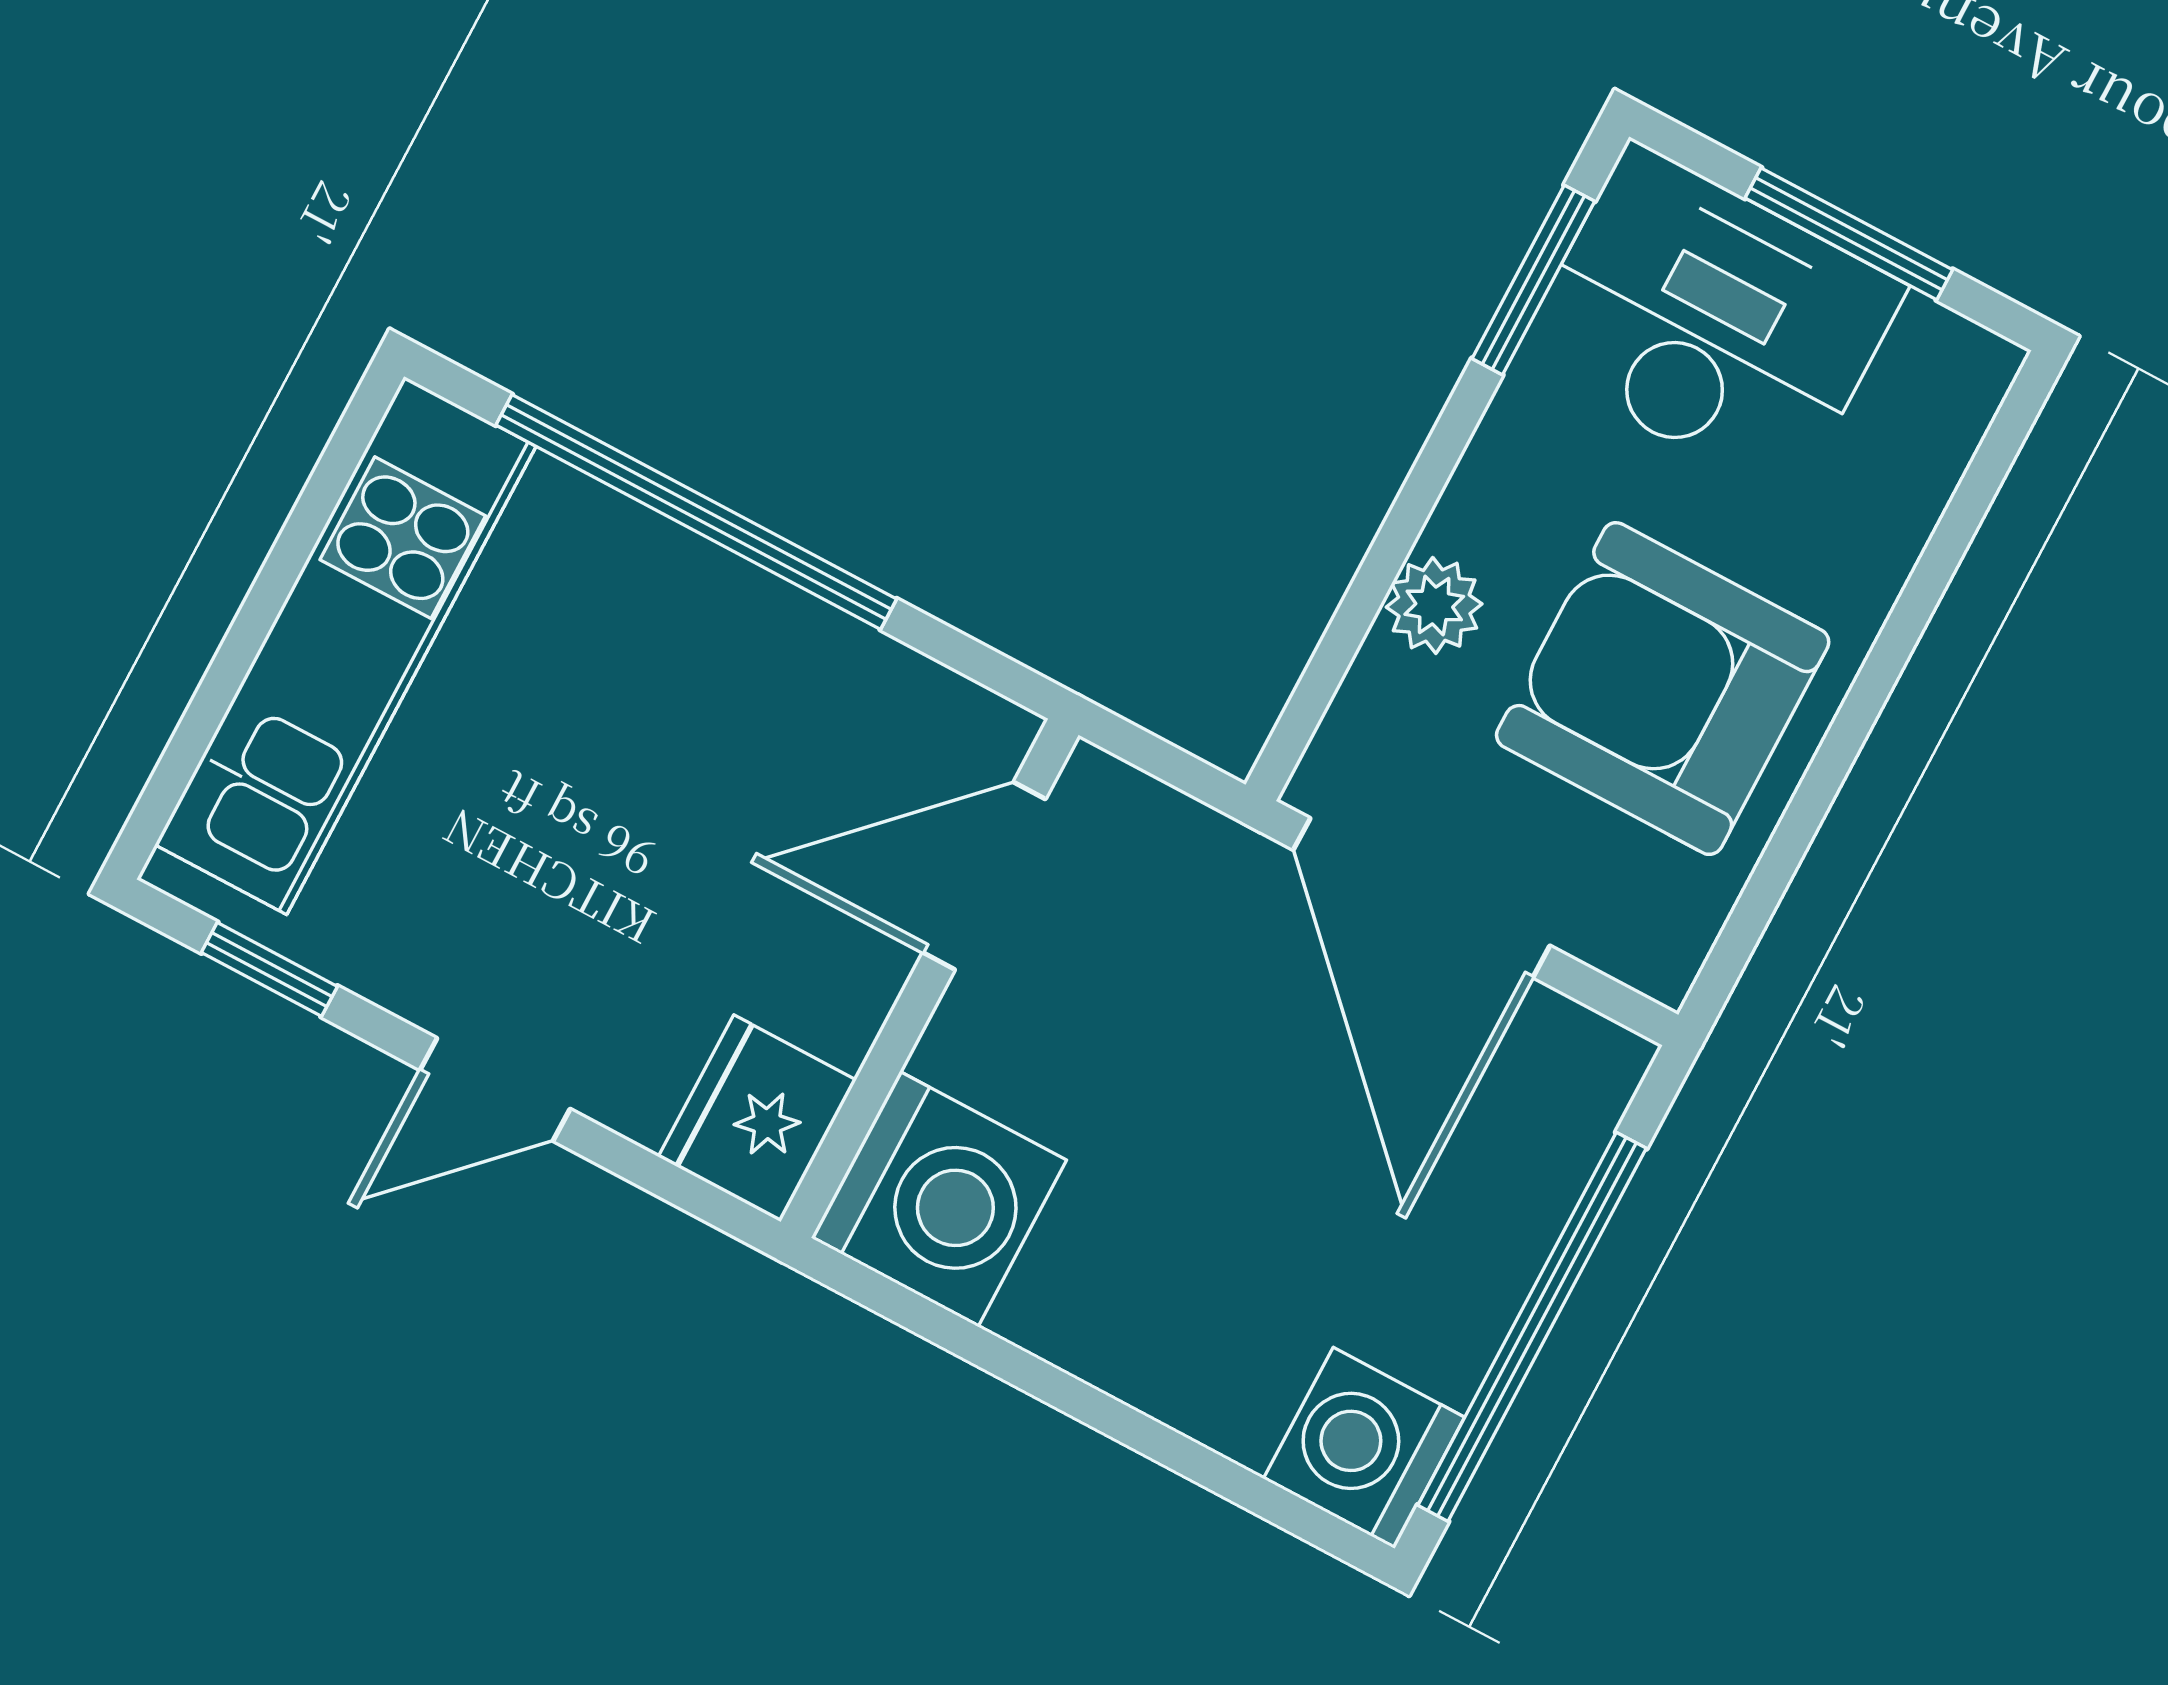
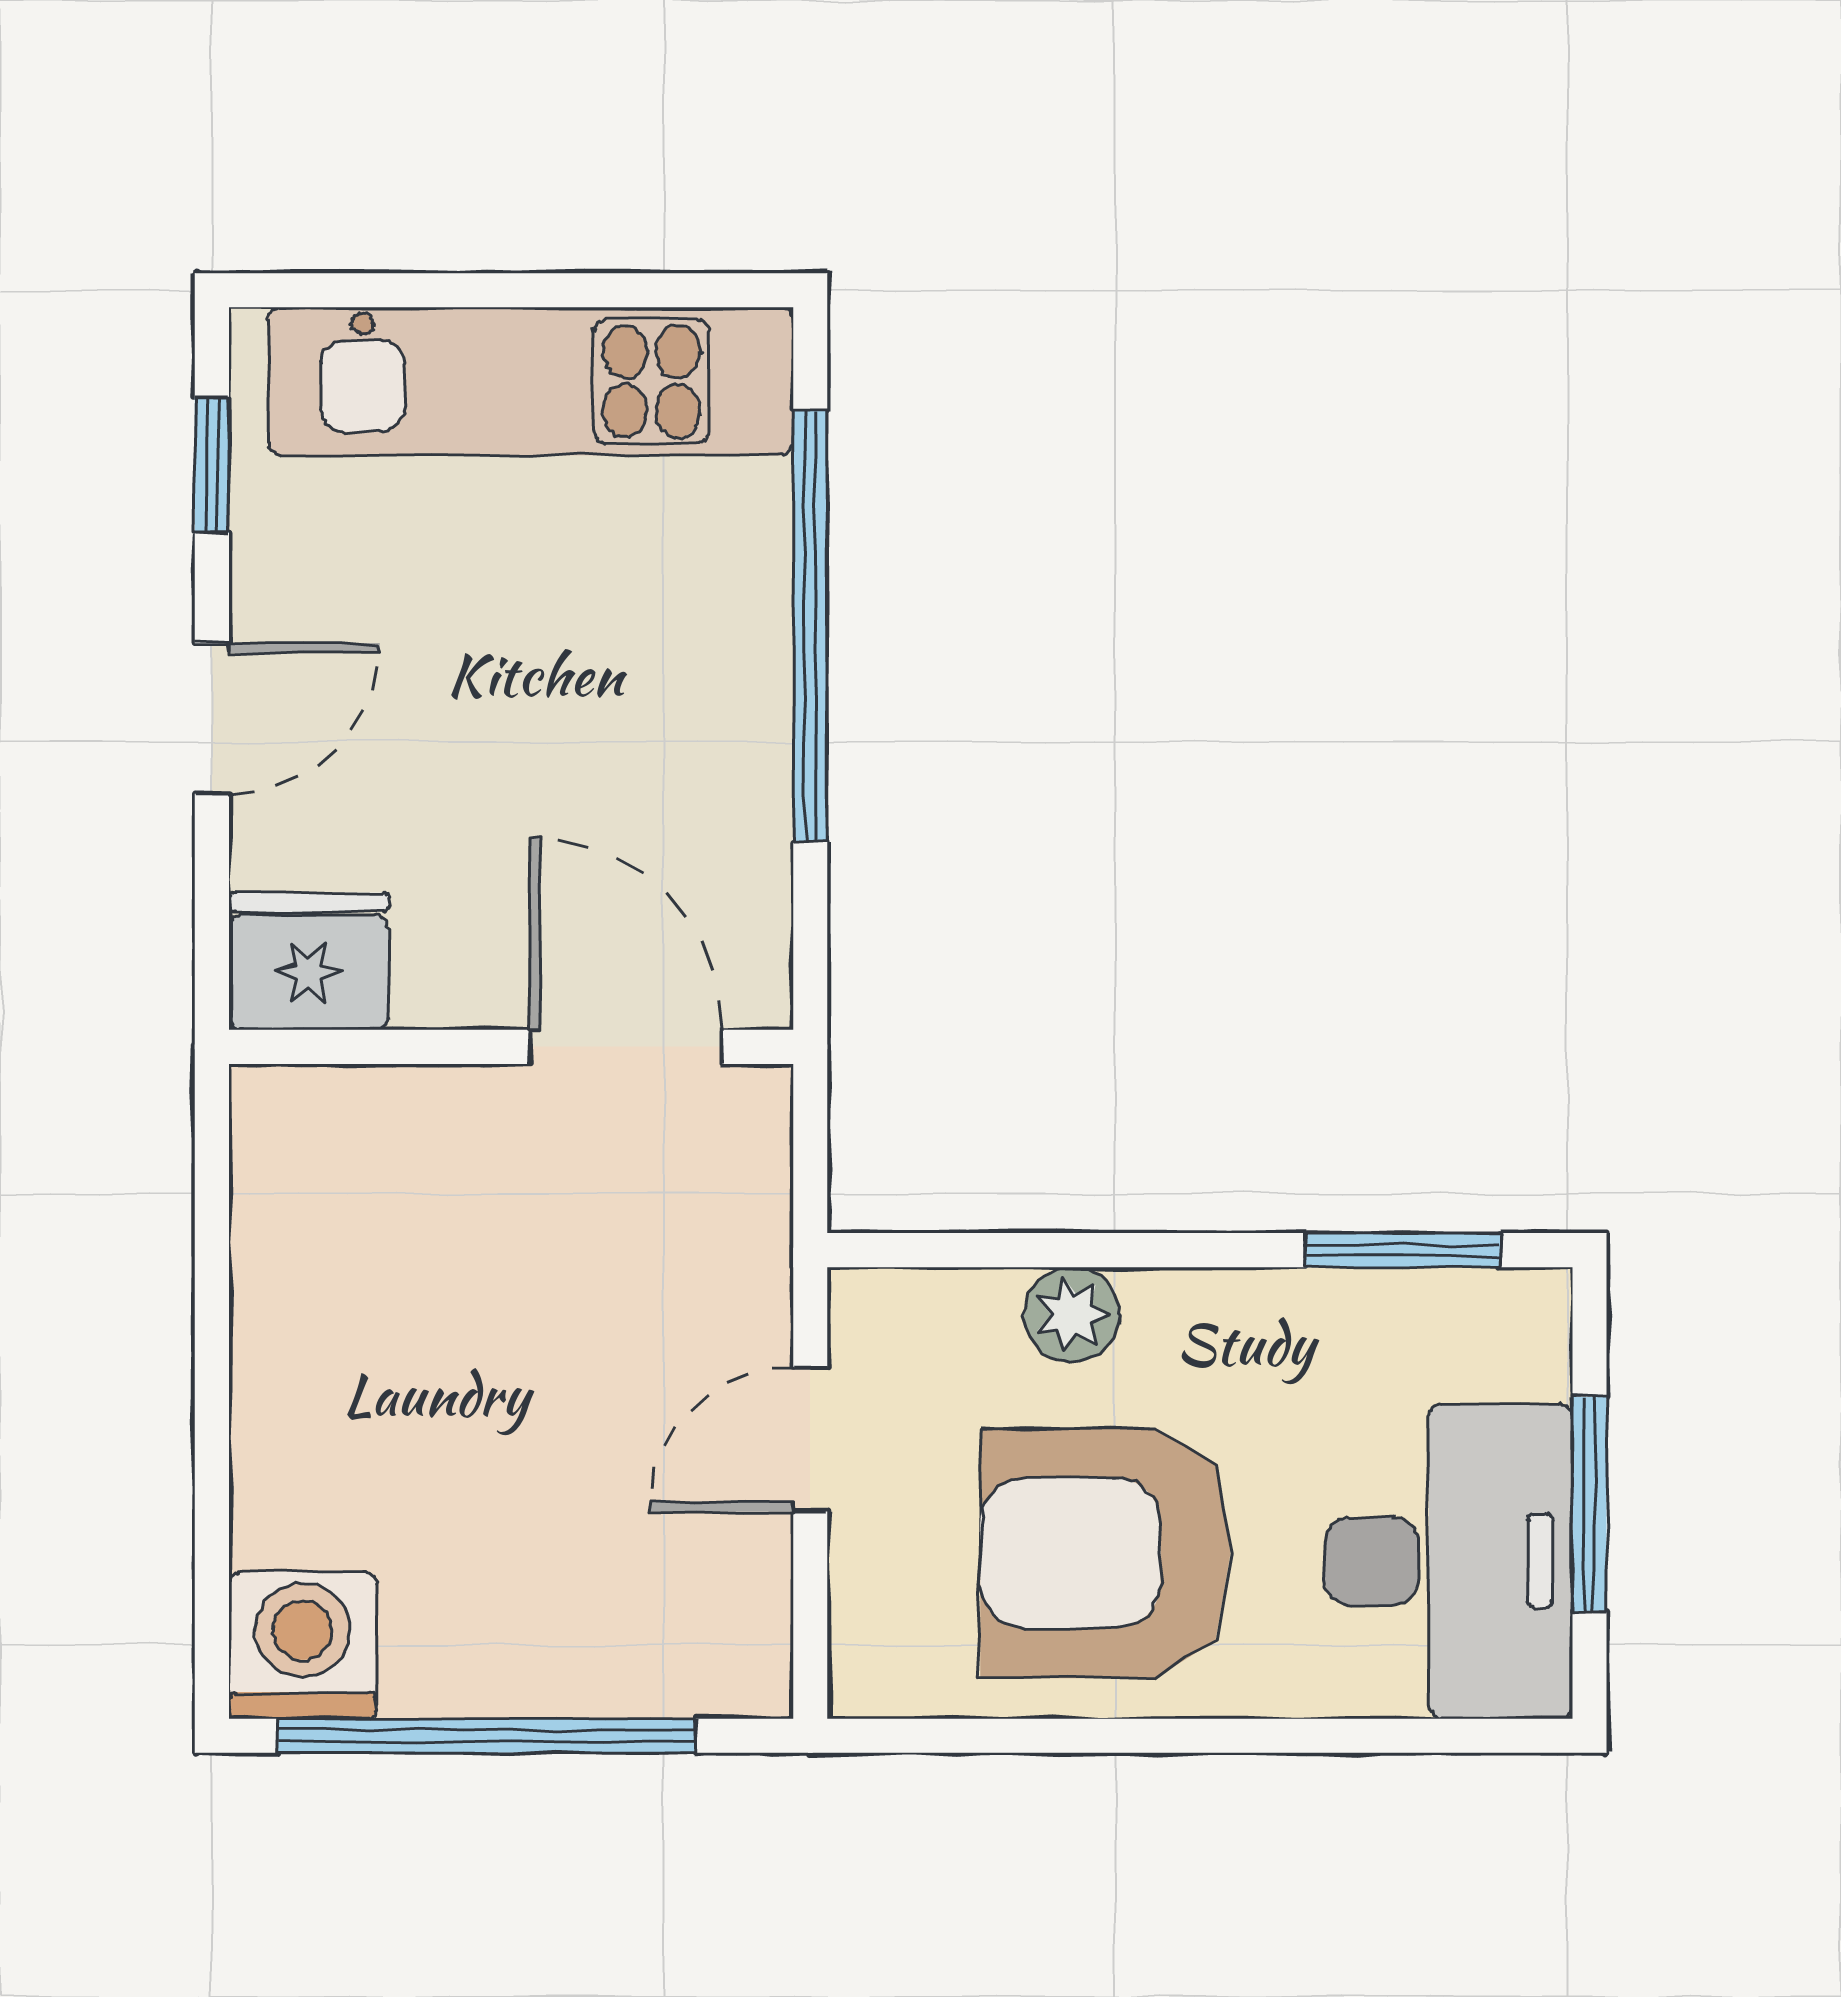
desk: (1711, 322) -> (1449, 1561), moved
armchair: (1663, 689) -> (1105, 1553), turned -90
door: (1422, 898) -> (810, 1440), width x0.53
door: (495, 1089) -> (212, 718), swing flipped
washing machine: (939, 1199) -> (322, 1157), removed

